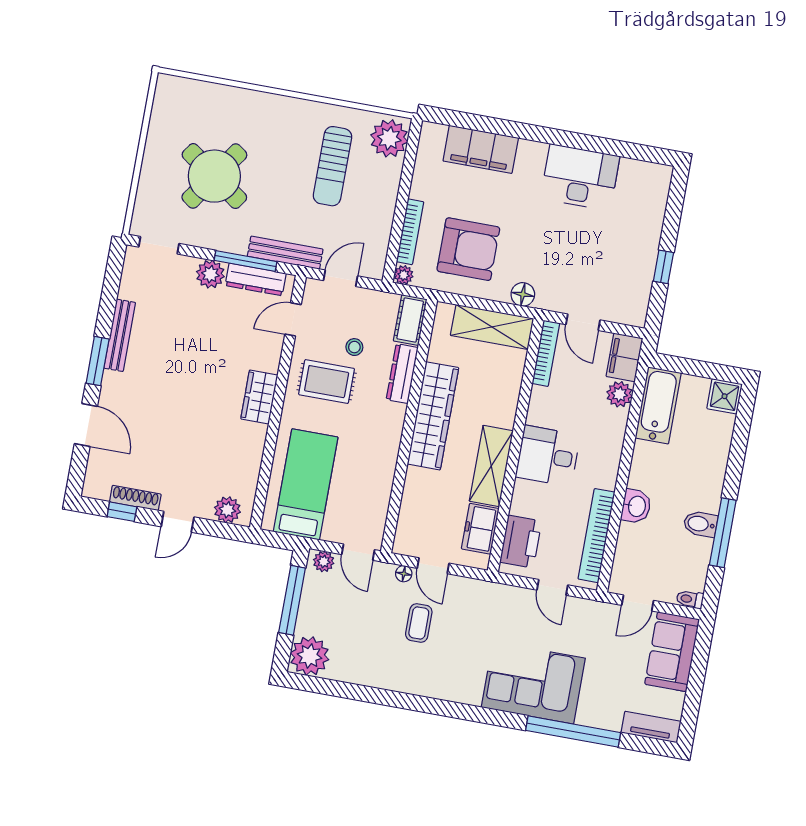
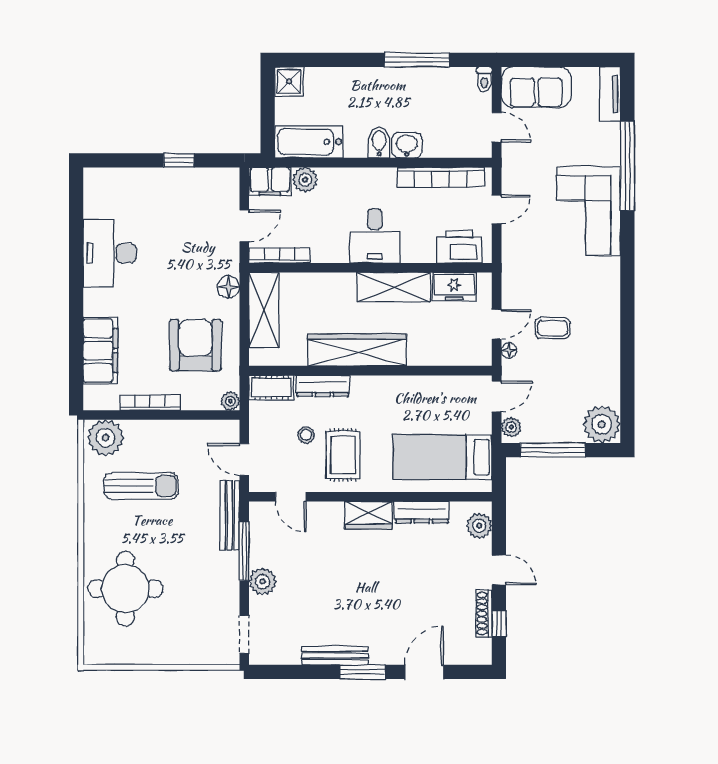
round table: (214, 176) -> (125, 589), moved, turned -35
bookcase: (410, 232) -> (150, 403), moved
dresser: (256, 279) -> (422, 512), moved, turned 90
bidet: (700, 524) -> (379, 143), moved, turned 180

